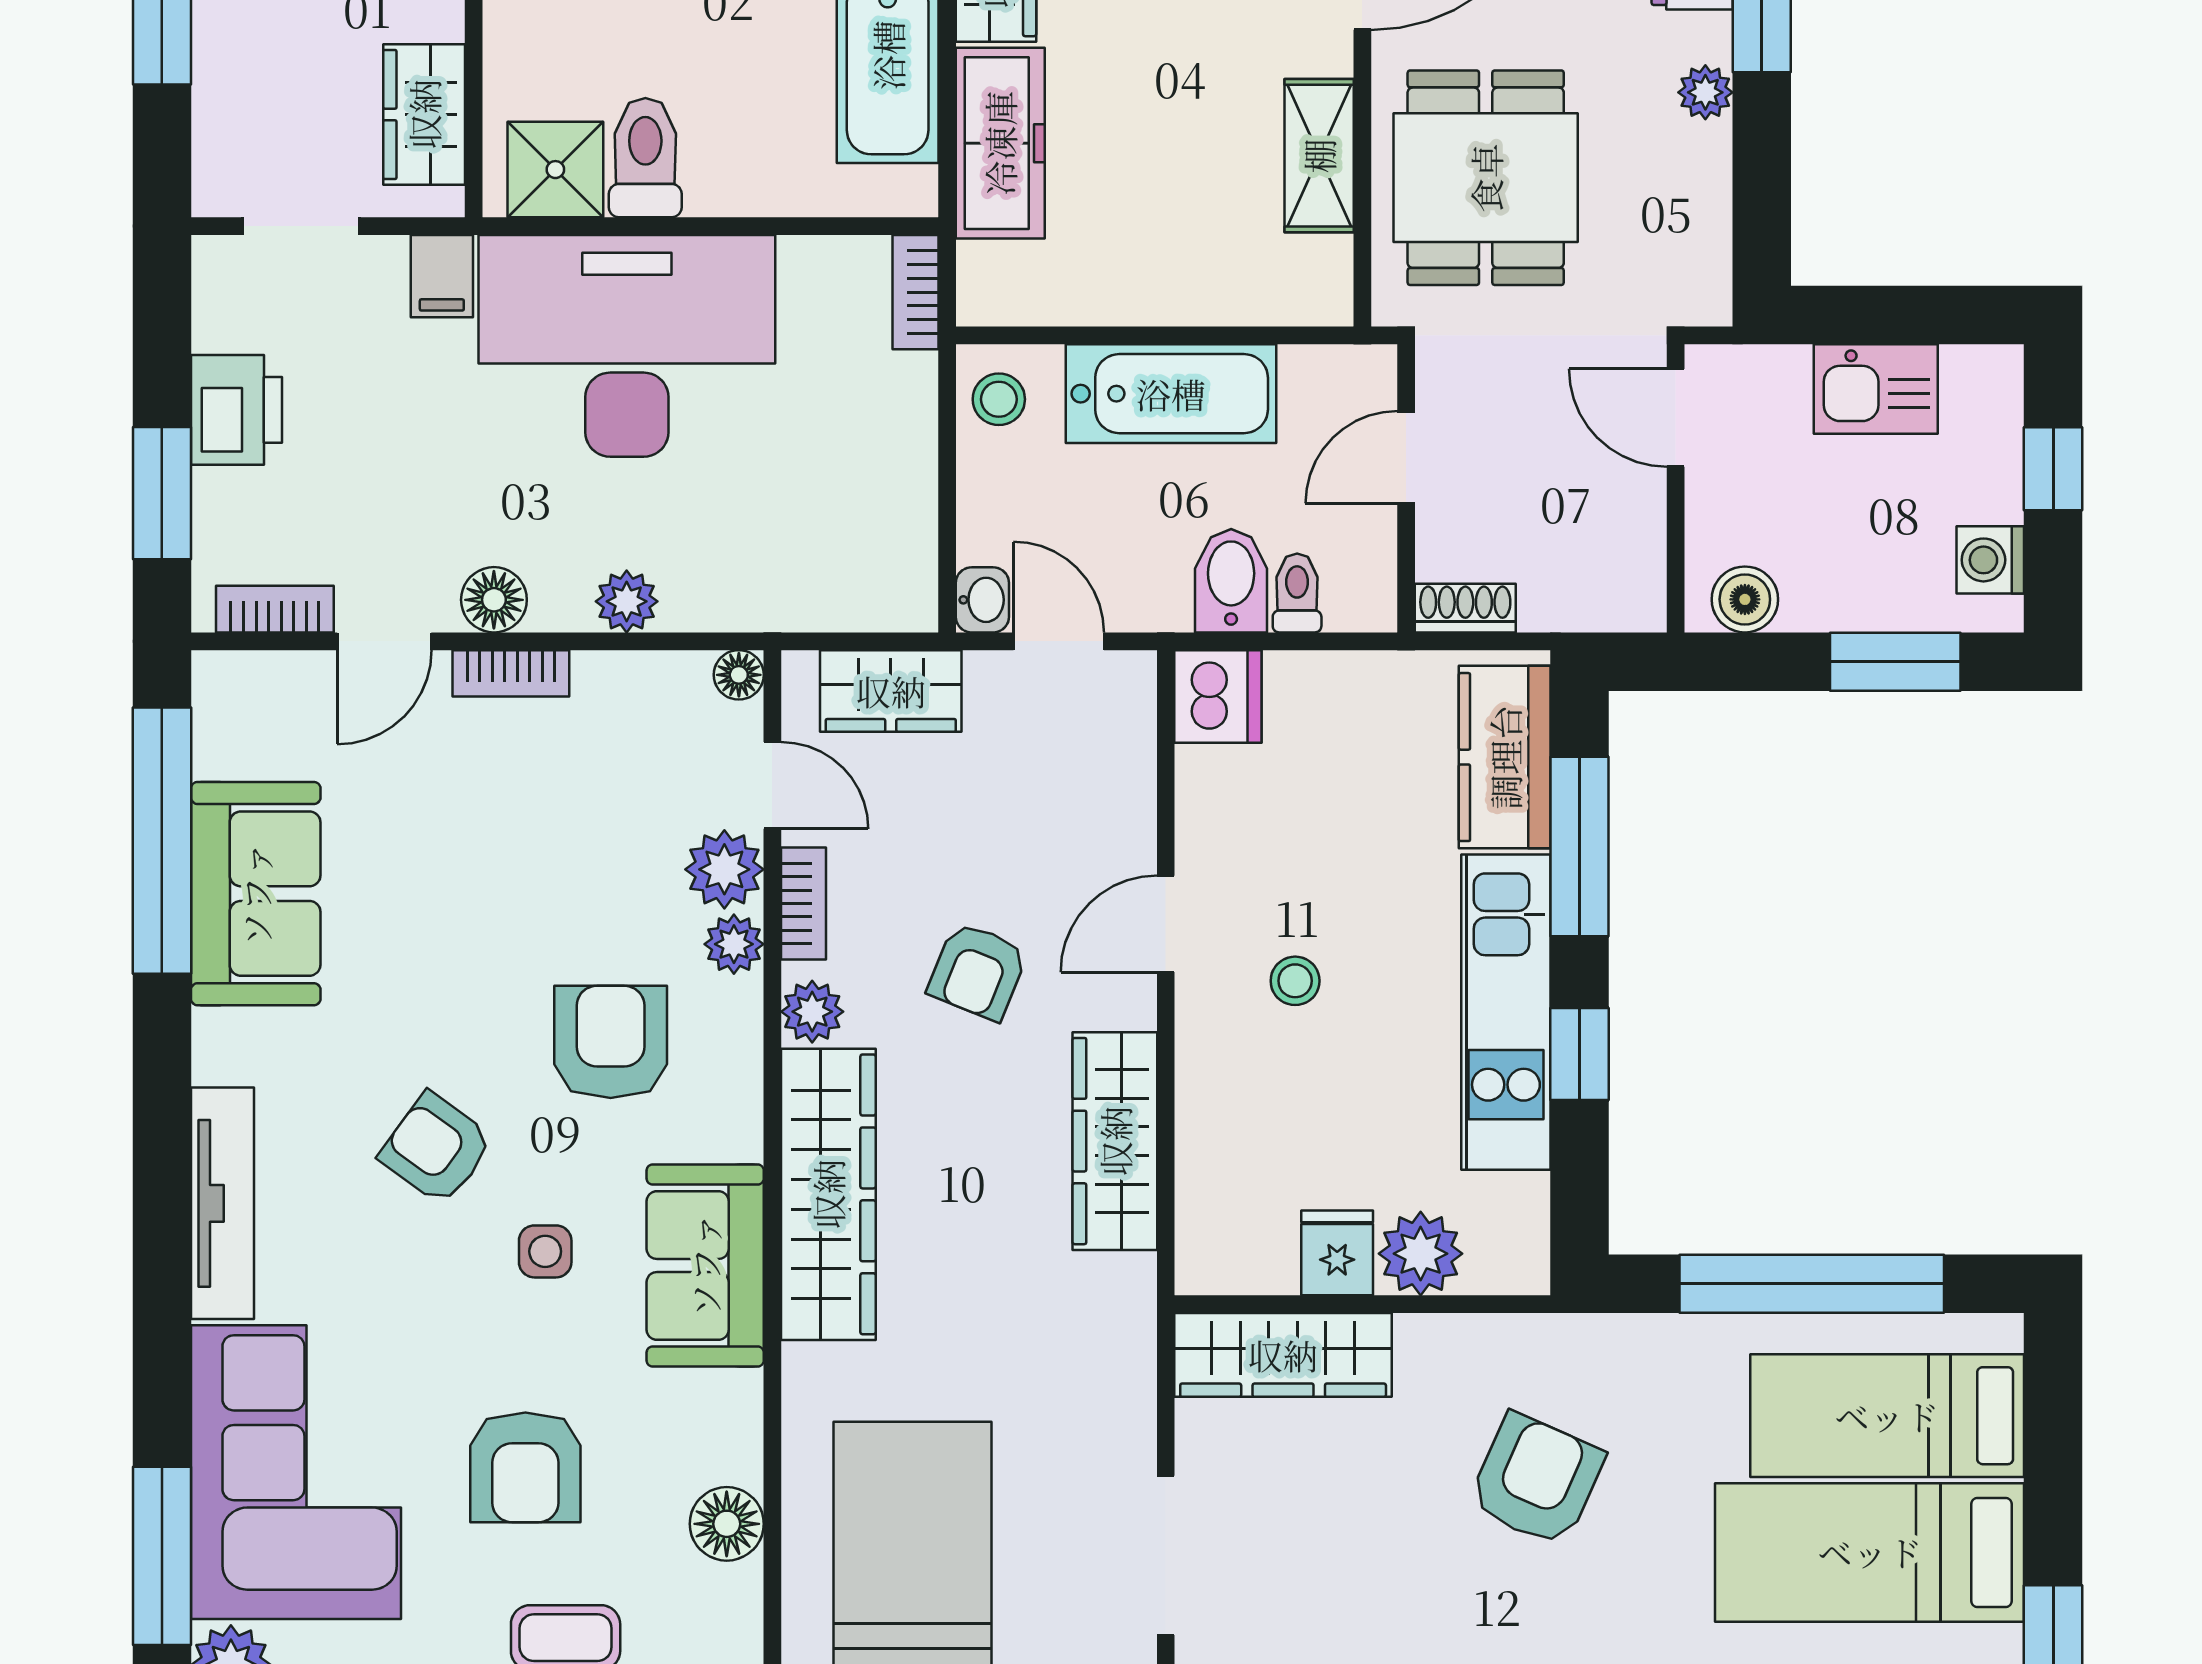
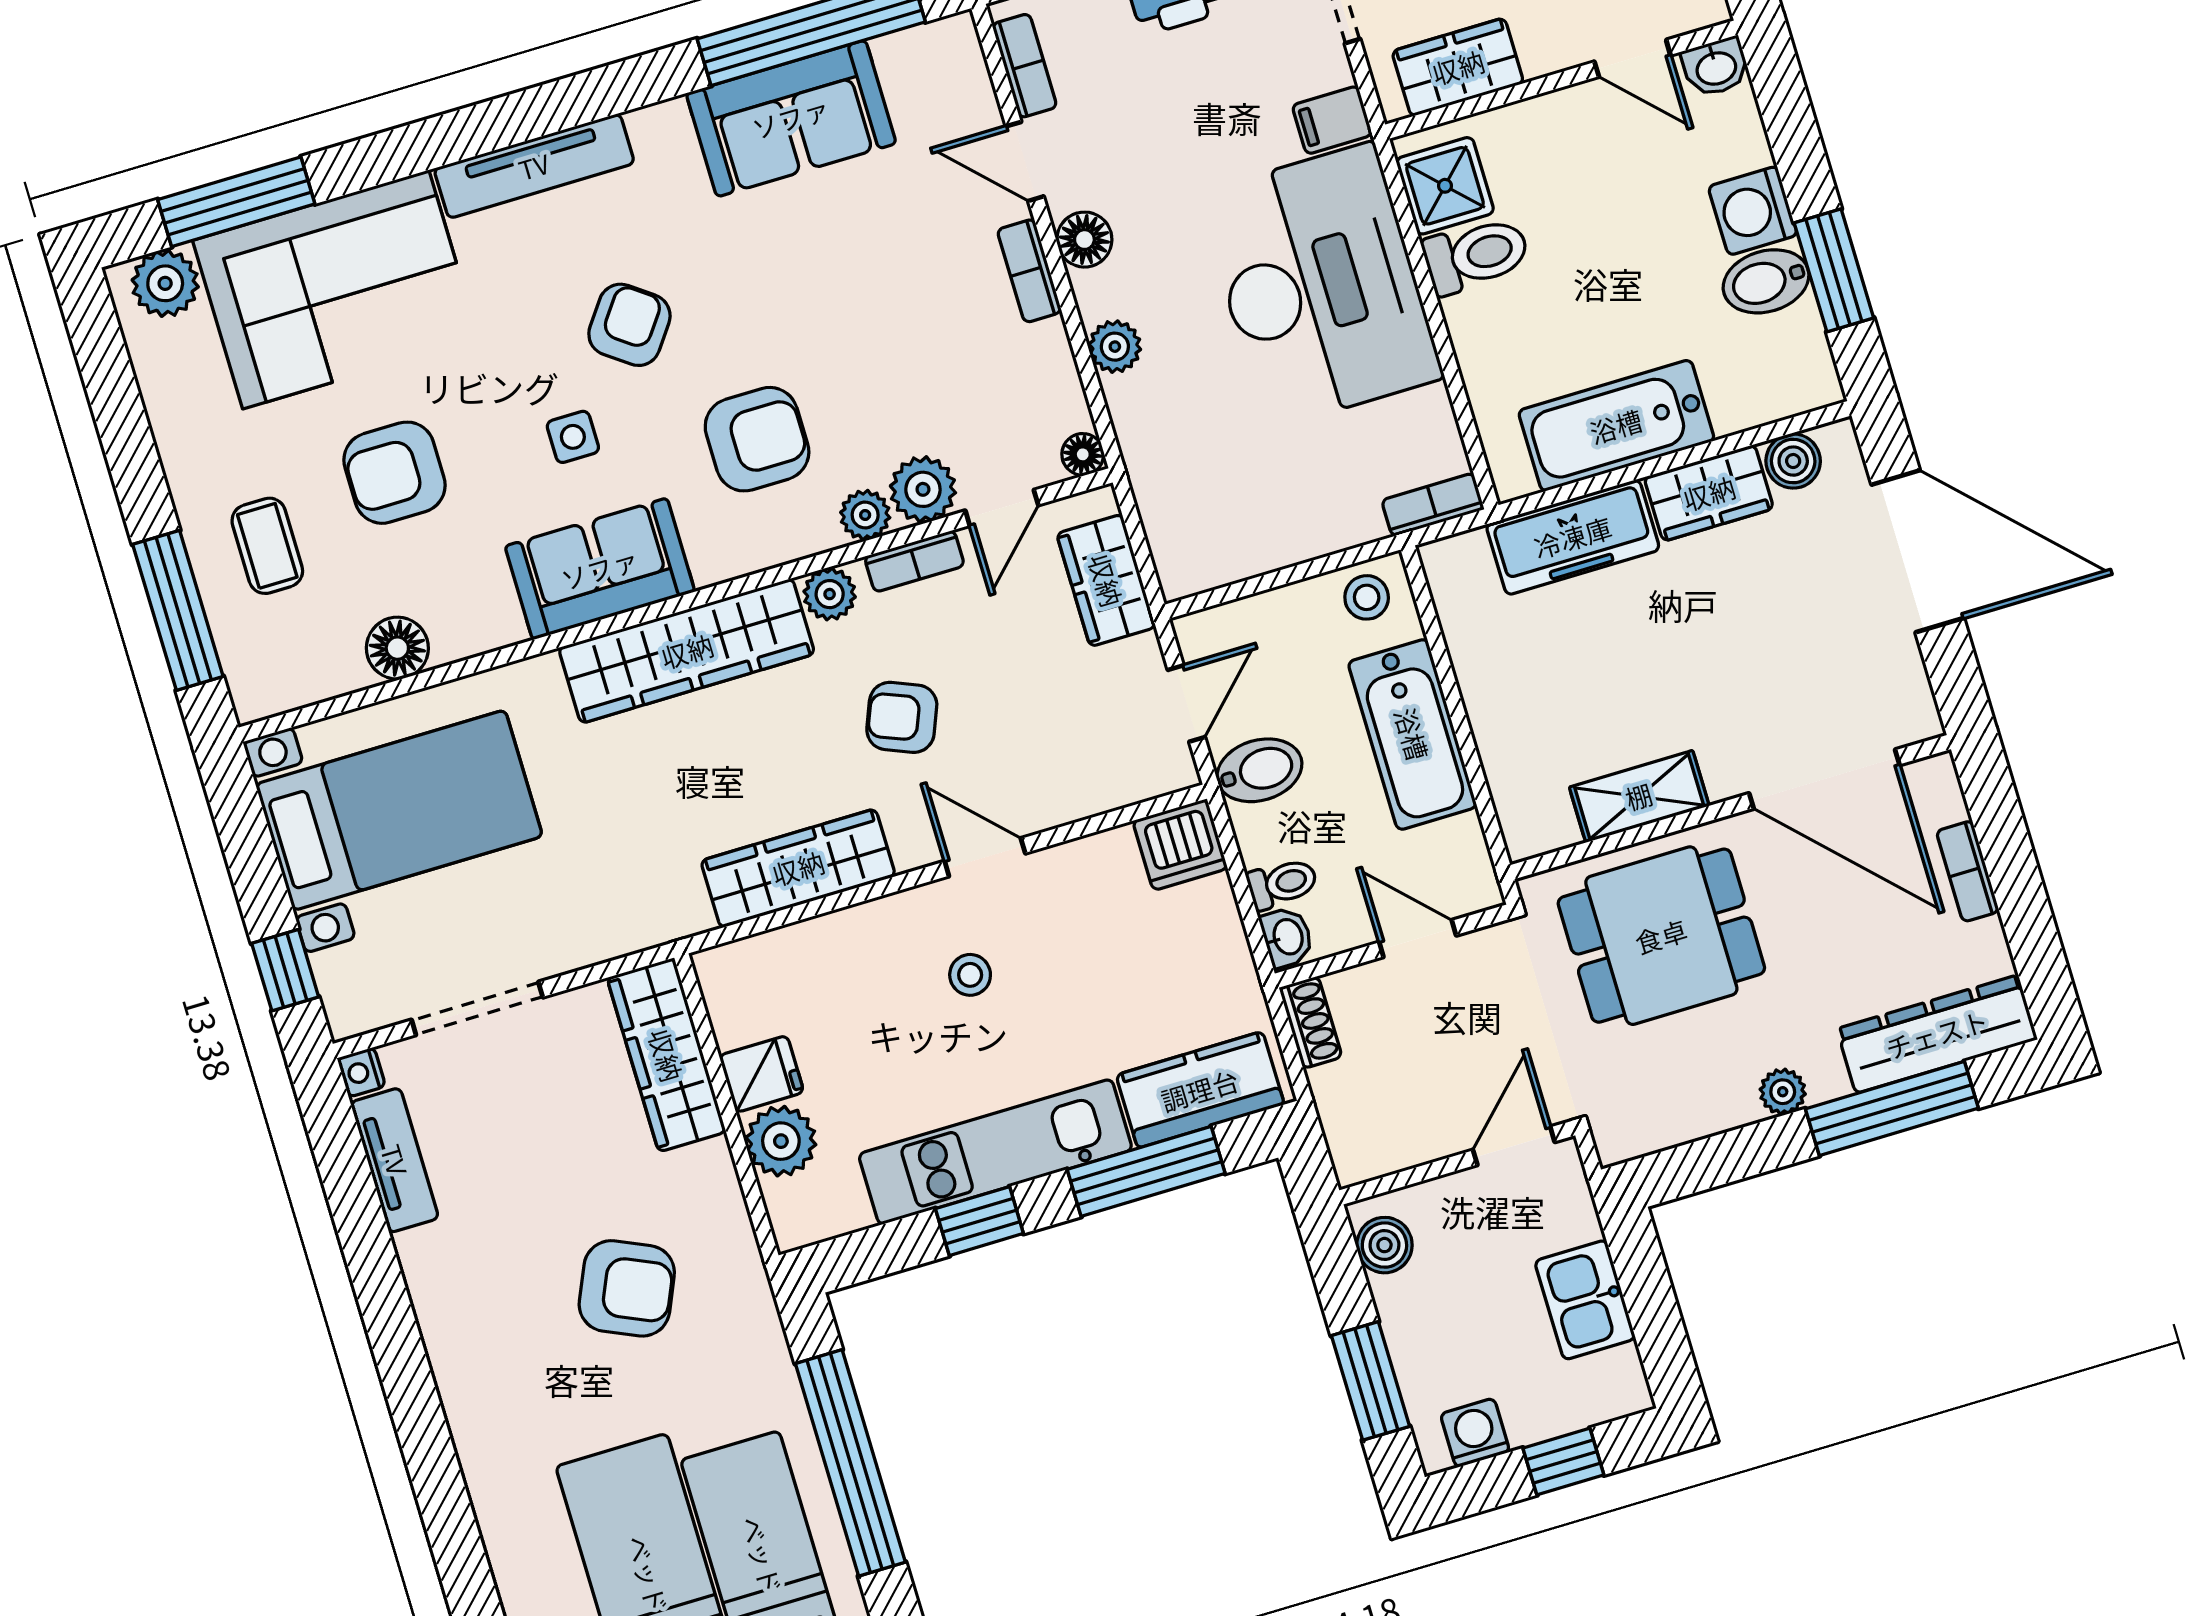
bidet: (1231, 581) -> (1259, 770), moved
washbasin: (982, 600) -> (1287, 937), moved, turned -90

